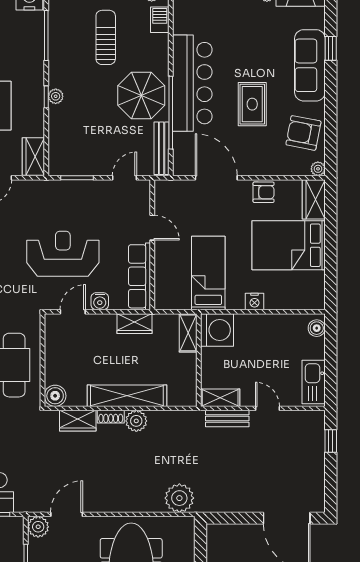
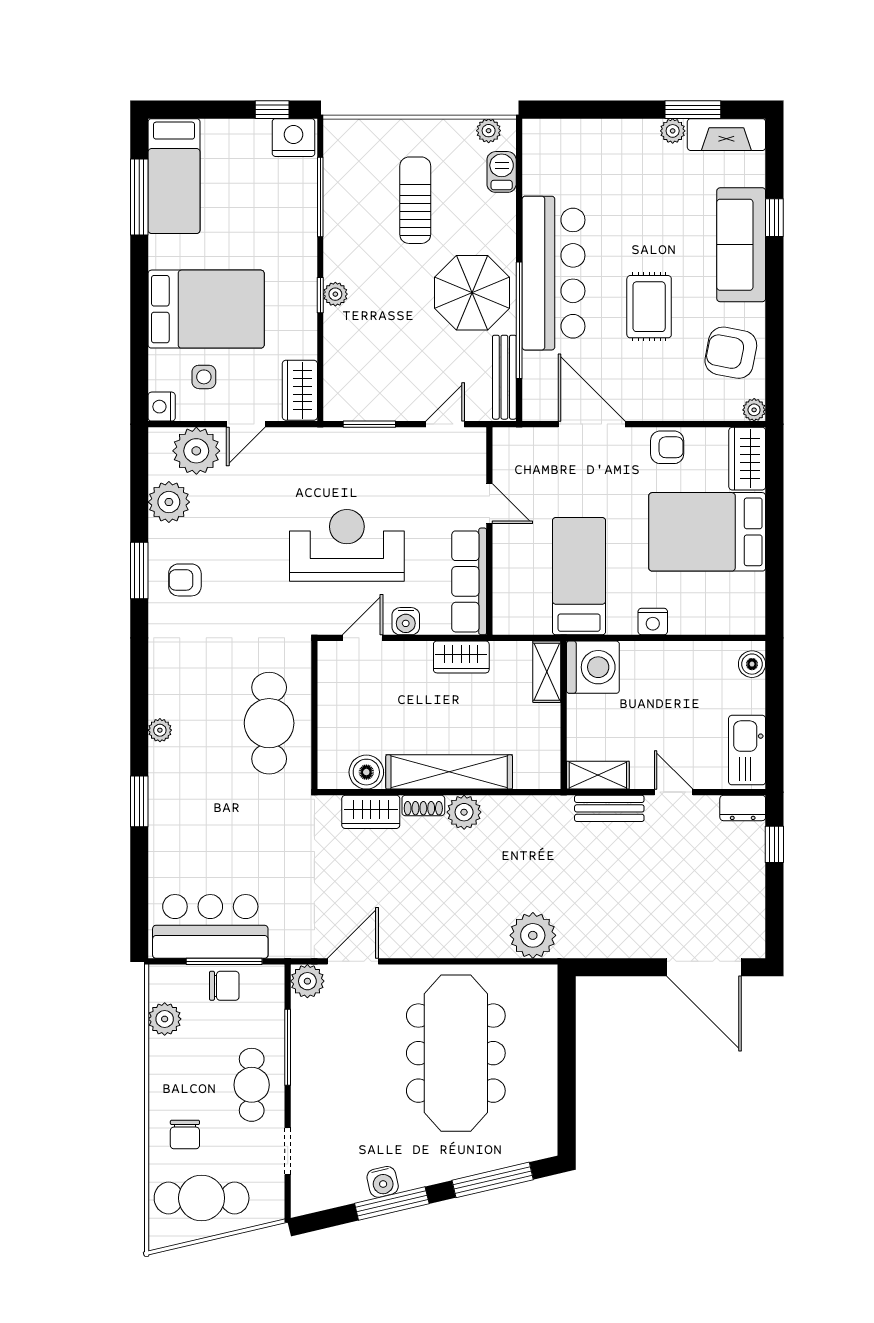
boiler: (55, 396) -> (366, 772), moved
dresser: (311, 418) -> (743, 808), added

